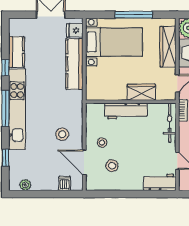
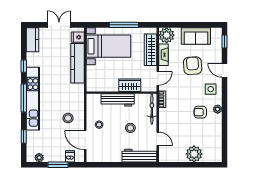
kitchen counter: (17, 52) -> (32, 40), moved
stool: (112, 166) -> (130, 128), moved
workbench: (160, 182) -> (139, 156), width x1.38
window: (49, 194) -> (58, 165), added

